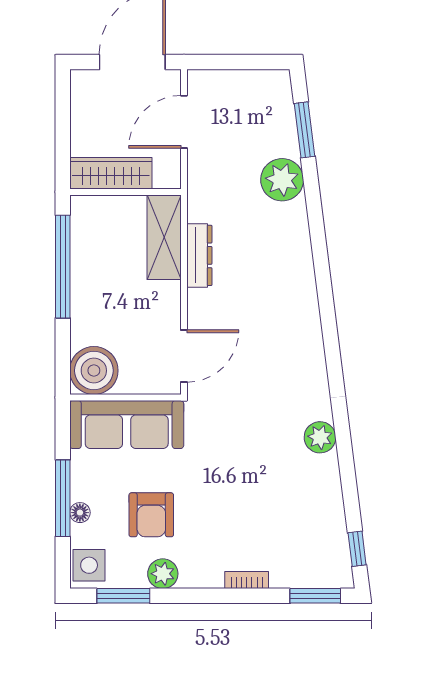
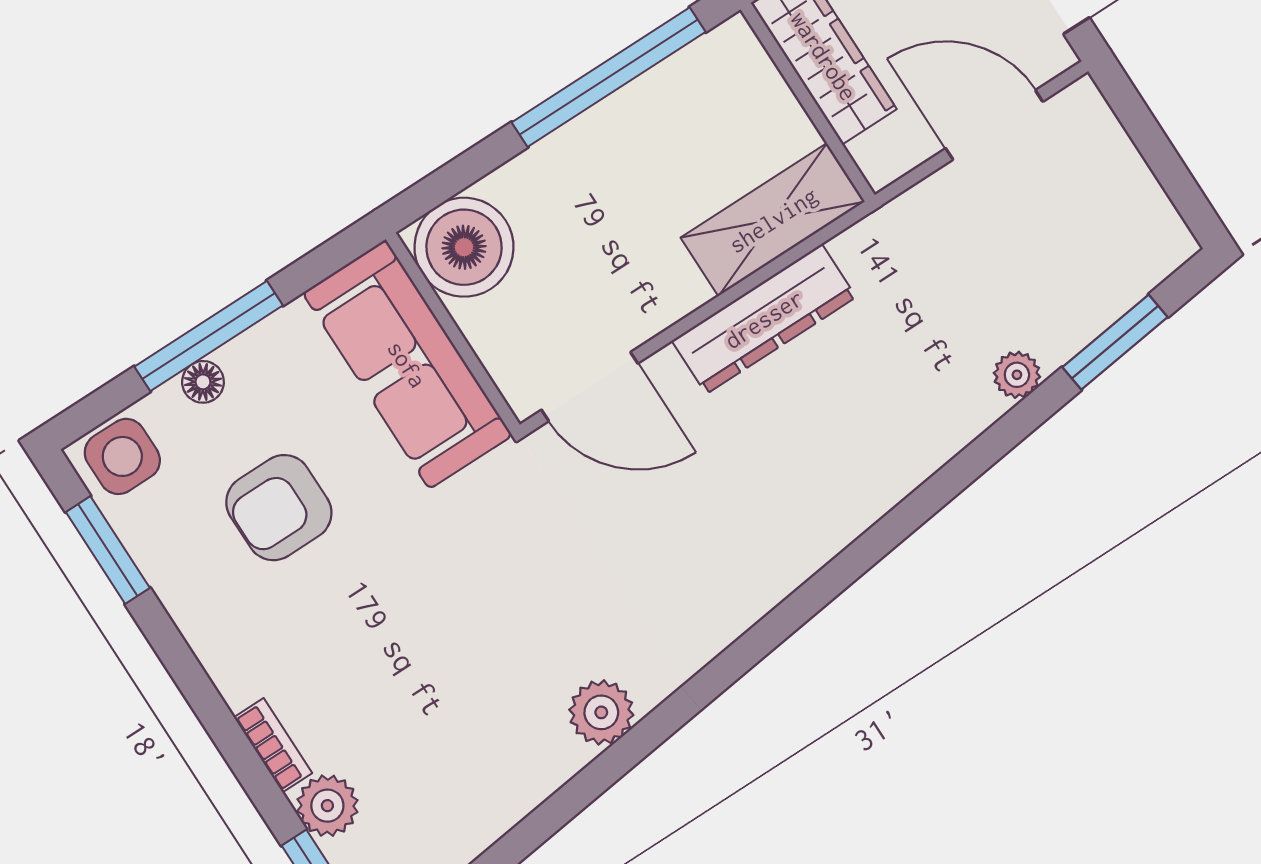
plant: (282, 180) -> (1017, 375), width x0.53, depth x0.53
dresser: (199, 255) -> (764, 319), width x1.37, depth x1.24
plant: (163, 574) -> (327, 806), moved

